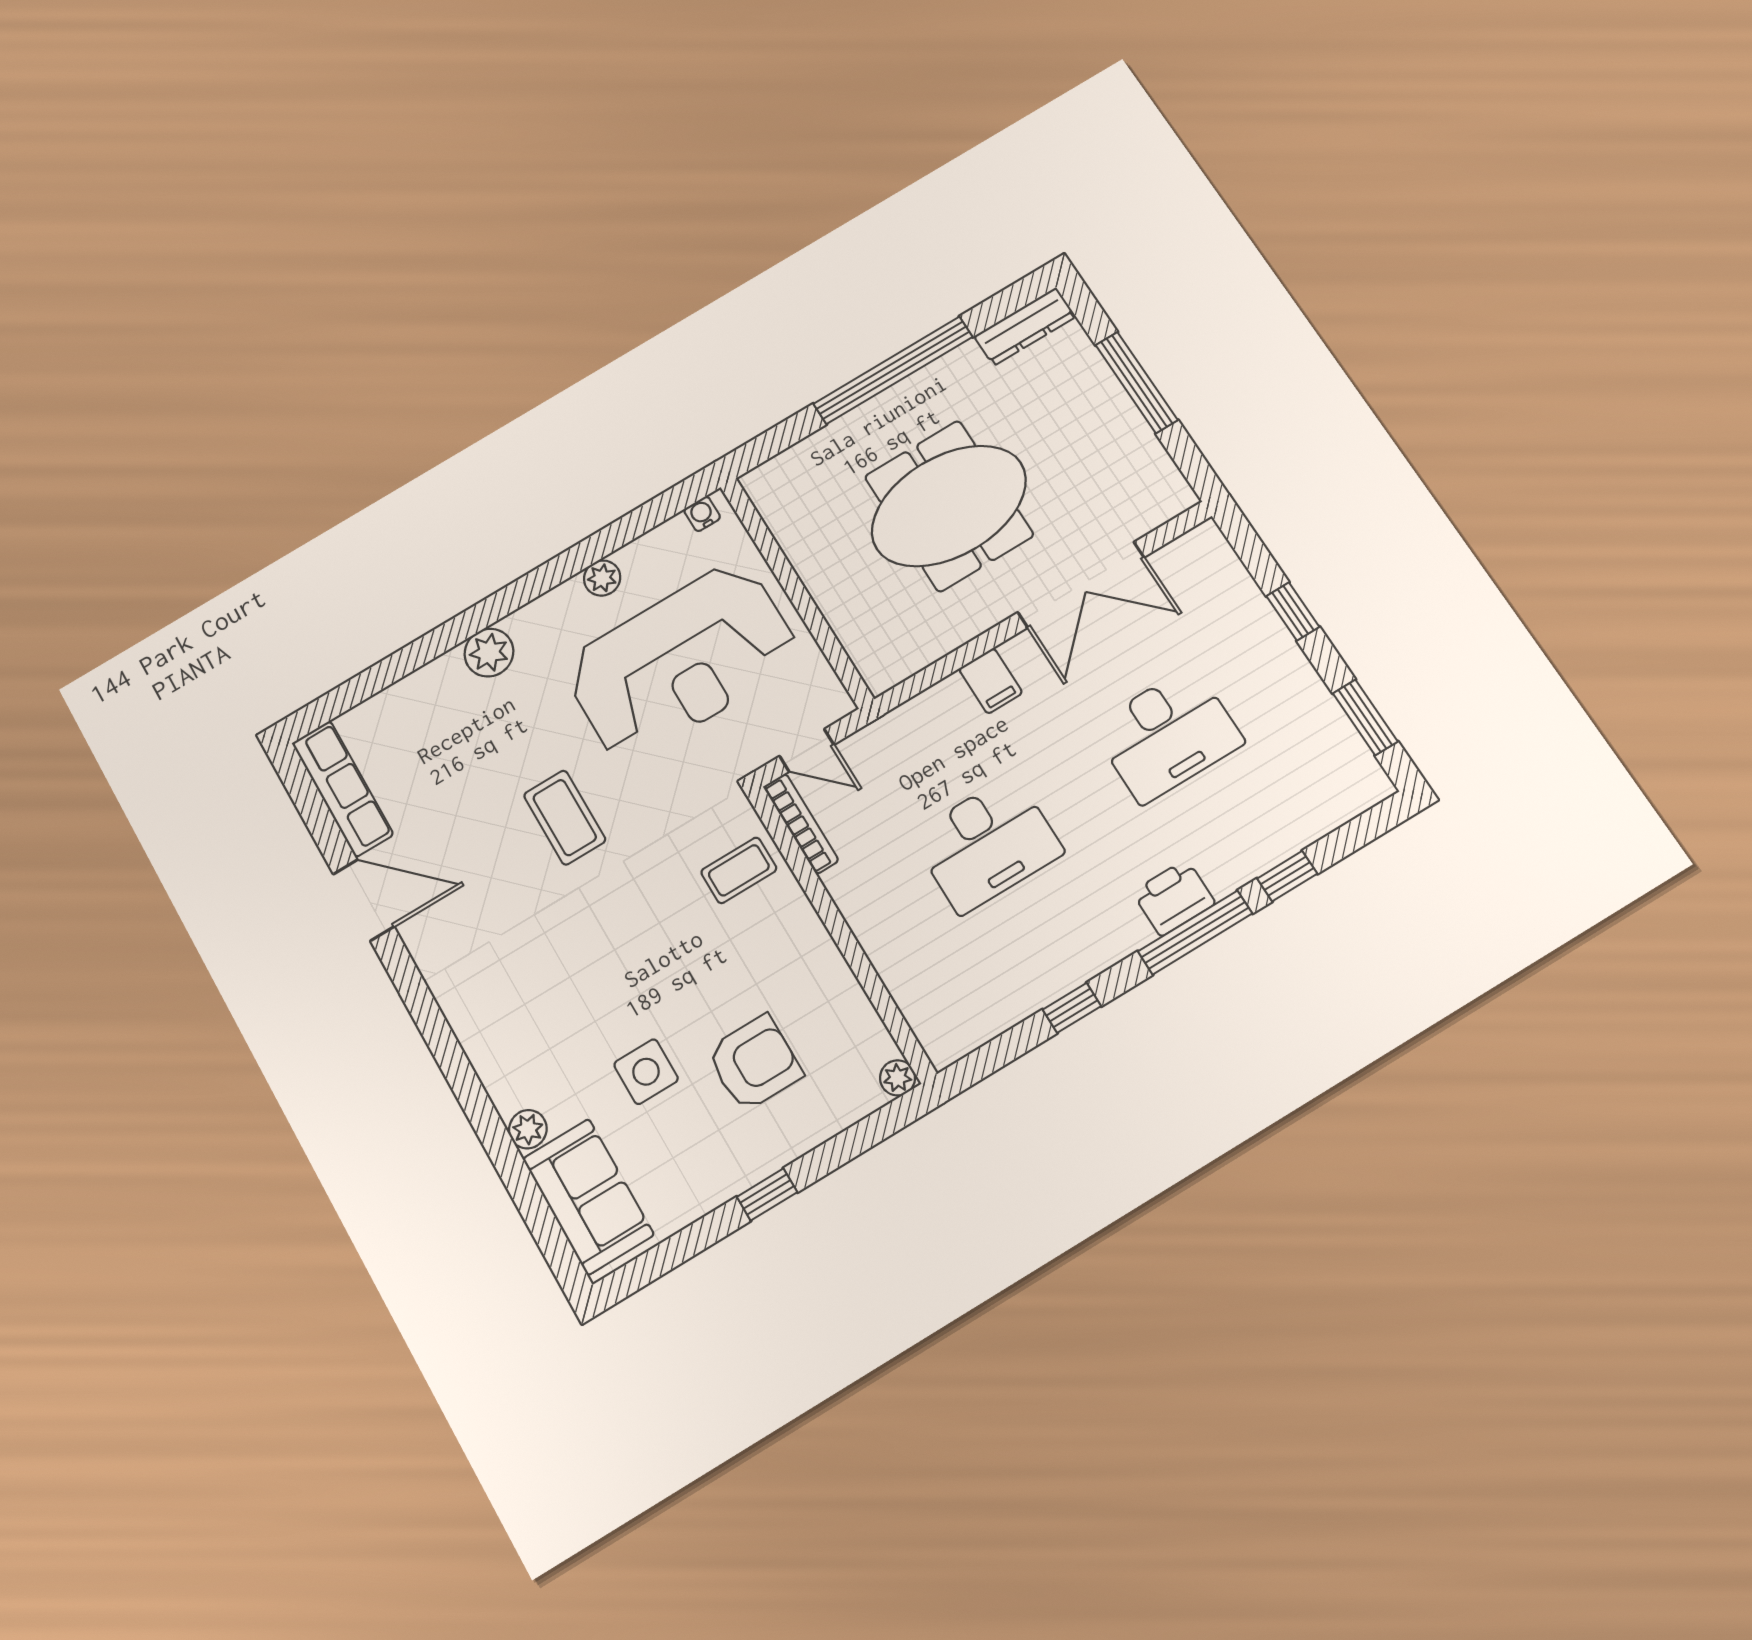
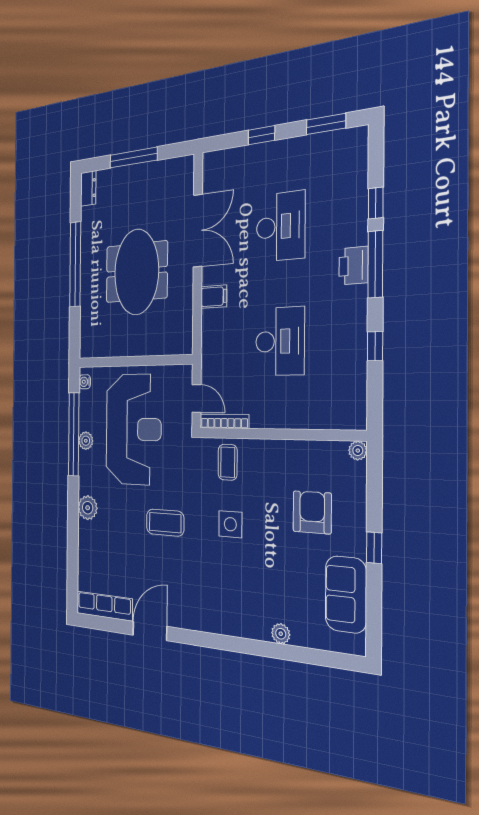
dresser: (1025, 326) -> (88, 188), width x0.70
window: (598, 546) -> (74, 434), added
door: (807, 750) -> (197, 399), hinge flipped
side table: (646, 1072) -> (230, 524), moved
sofa: (588, 1197) -> (346, 594), moved, turned -90

